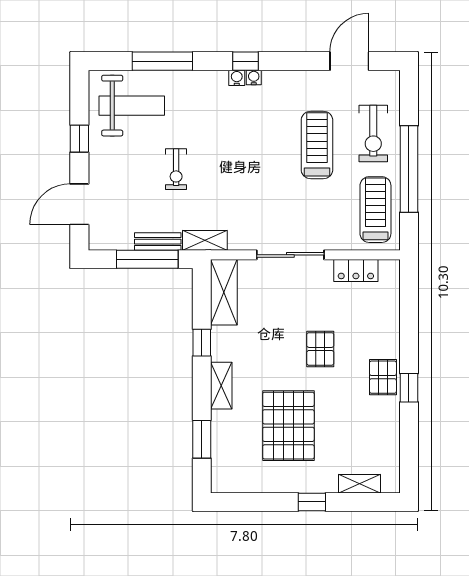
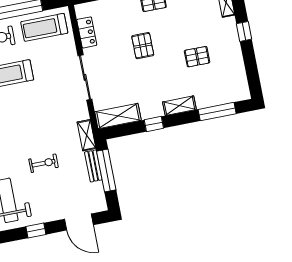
pallet: (320, 349) -> (143, 46), turned 90
pallet: (288, 426) -> (197, 57), width x0.49, depth x0.50
window: (202, 439) -> (217, 112), width x1.44

